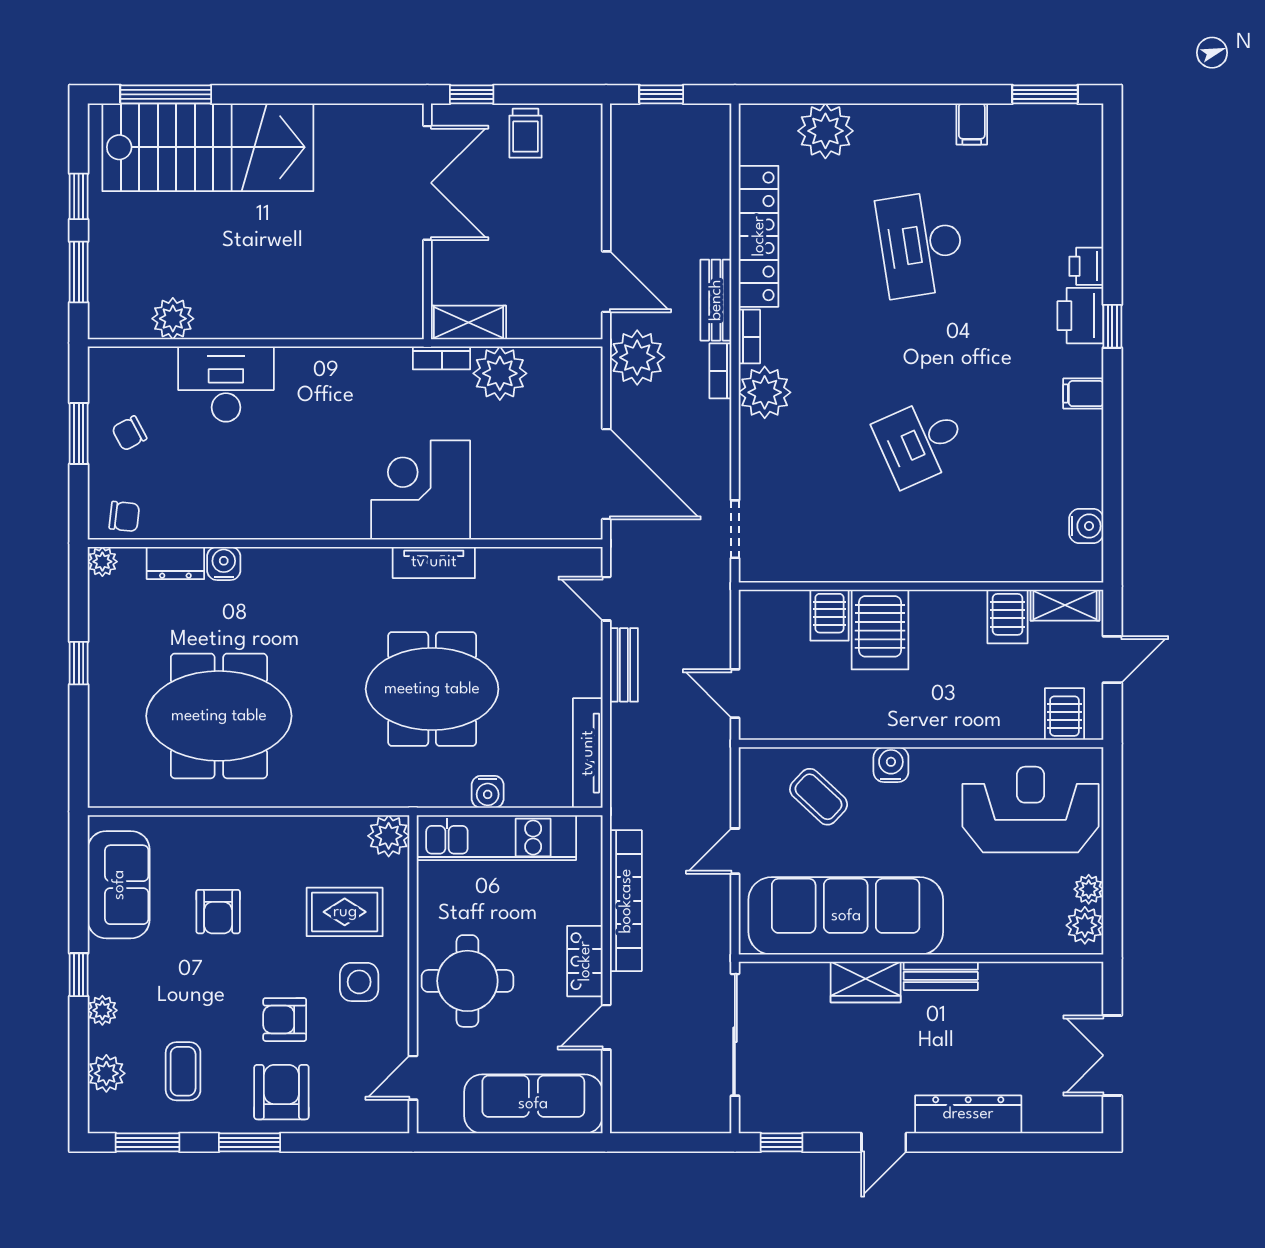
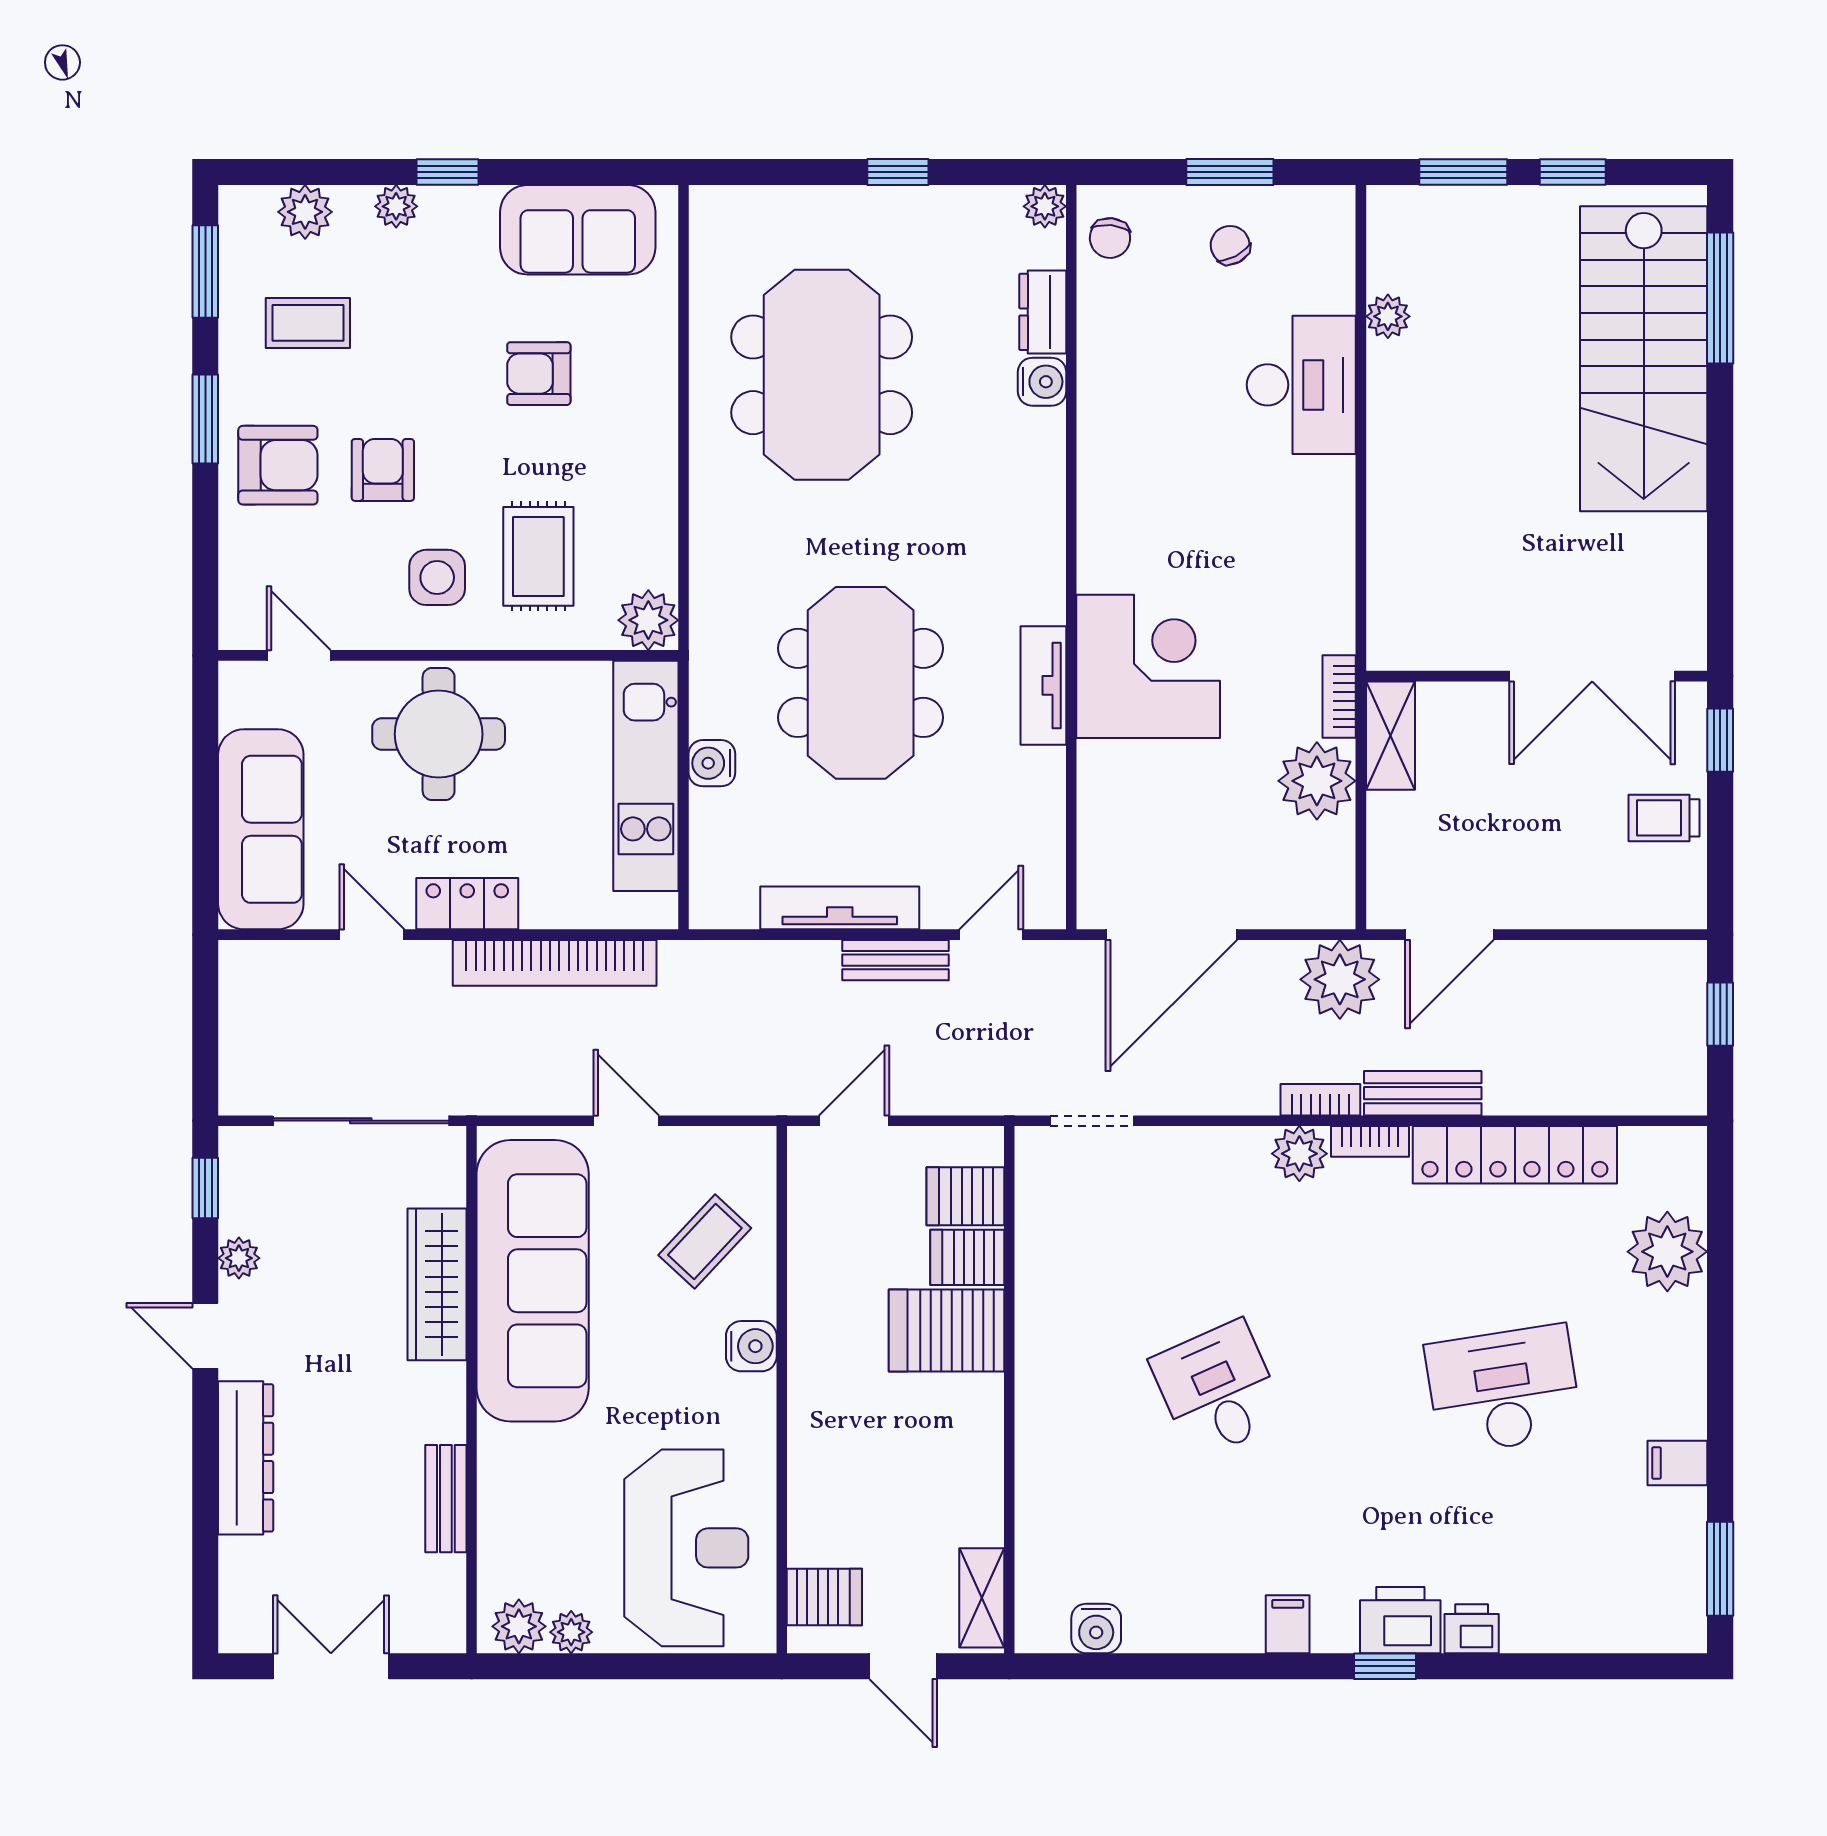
plant: (173, 319) -> (1388, 316), width x0.73, depth x0.73
plant: (765, 392) -> (1299, 1154), width x0.73, depth x0.73
server rack: (1008, 617) -> (965, 1196), moved
tv unit: (588, 753) -> (840, 908), moved
bench: (941, 976) -> (446, 1499), moved
wardrobe: (866, 982) -> (437, 1284), width x1.50
plant: (830, 1119) -> (239, 1258), added

